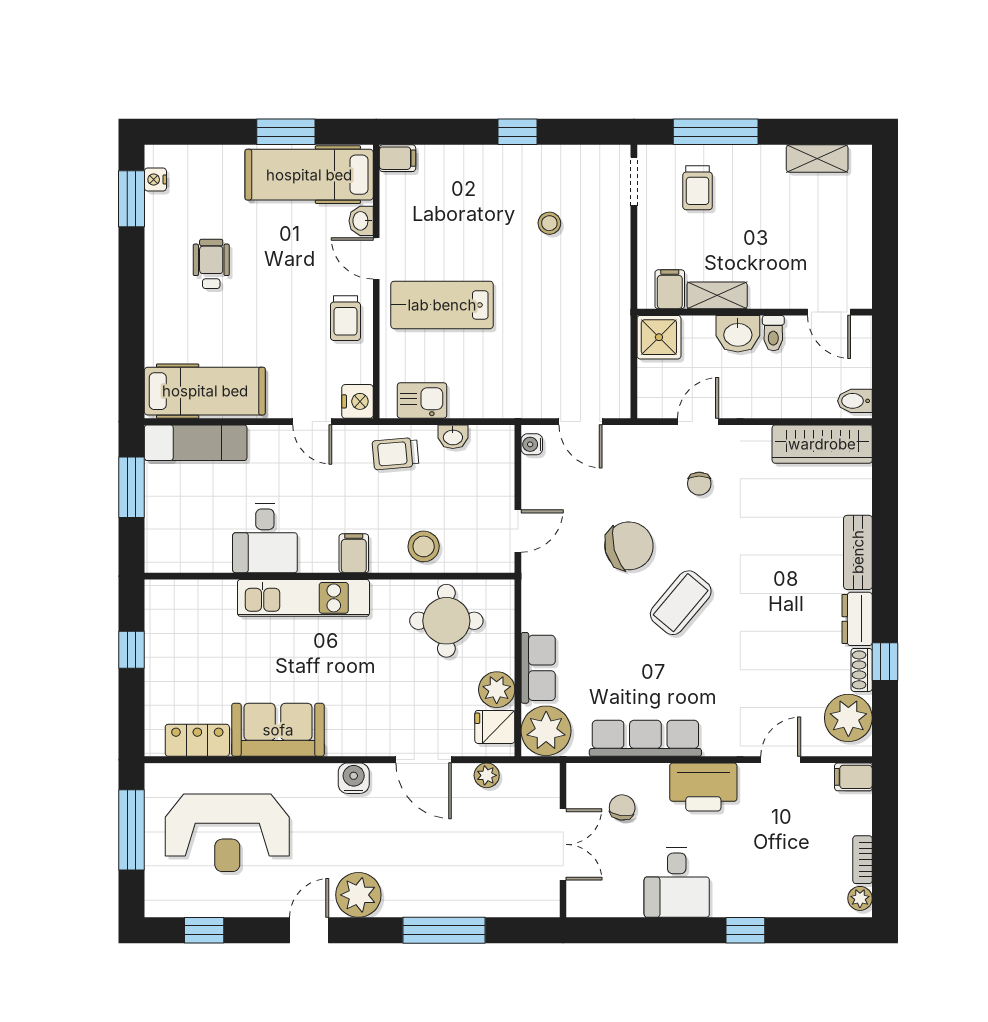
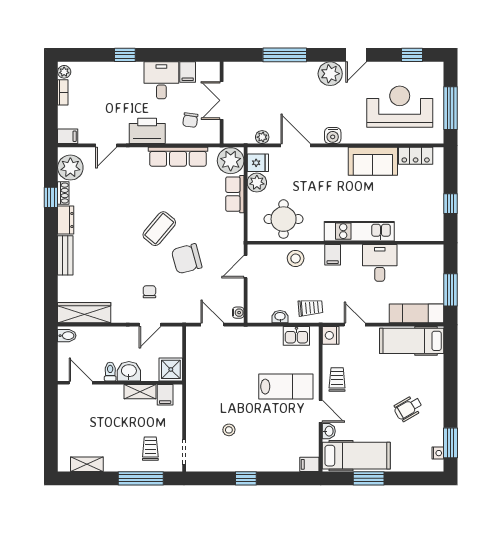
wheelchair: (211, 264) -> (408, 408), turned 60
filing cabinet: (627, 898) -> (188, 72), added

